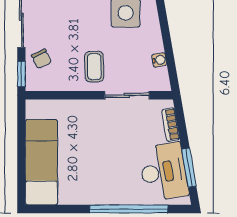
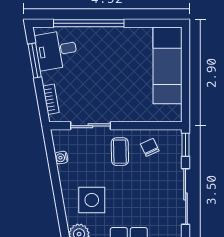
chair: (41, 59) -> (150, 147), moved
desk: (164, 172) -> (56, 50), width x0.73

